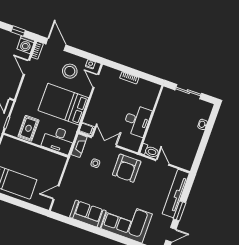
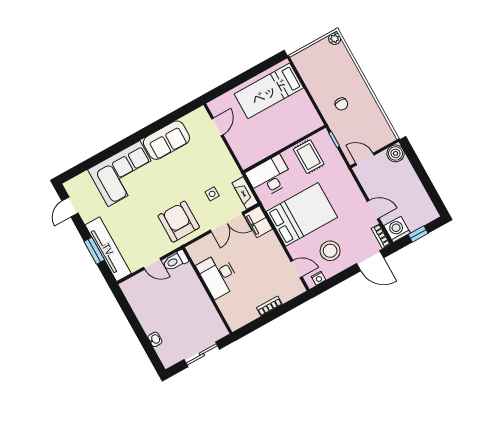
filing cabinet: (87, 129) -> (258, 222), width x2.00
window: (179, 211) -> (94, 251), moved

